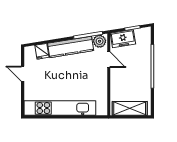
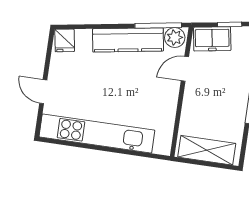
fridge: (42, 51) -> (65, 40), moved
door: (109, 60) -> (185, 69), swing flipped
door: (23, 74) -> (43, 92), moved

